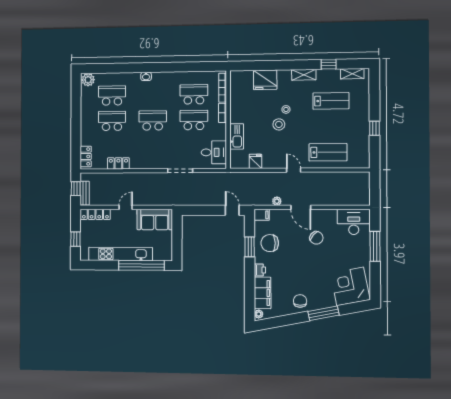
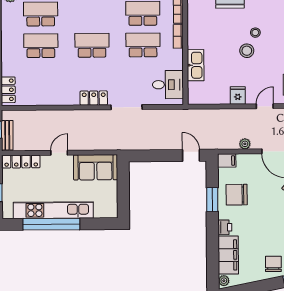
fridge: (255, 161) -> (238, 95), moved
locker: (118, 163) -> (94, 98), moved
door: (294, 170) -> (265, 106), hinge flipped
window: (141, 265) -> (51, 224), moved

